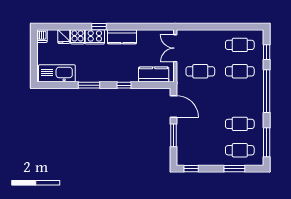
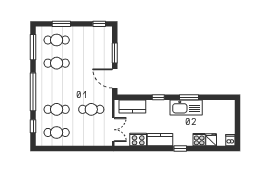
cooker: (95, 37) -> (138, 140), moved
kitchen sink: (57, 73) -> (186, 108), moved

